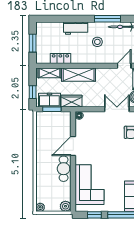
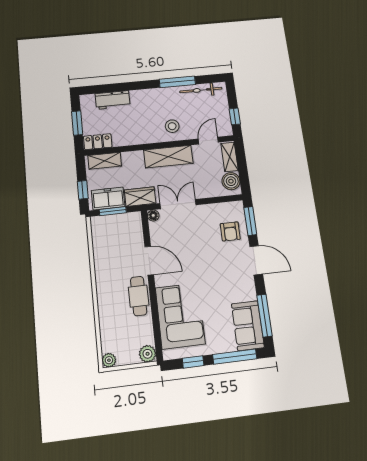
workbench: (76, 28) -> (113, 100), moved
stool: (97, 42) -> (172, 126), moved
locker: (60, 58) -> (98, 142), moved
shelving: (79, 75) -> (168, 157), moved
double door: (117, 109) -> (178, 204), moved
door: (73, 146) -> (149, 261), swing flipped

